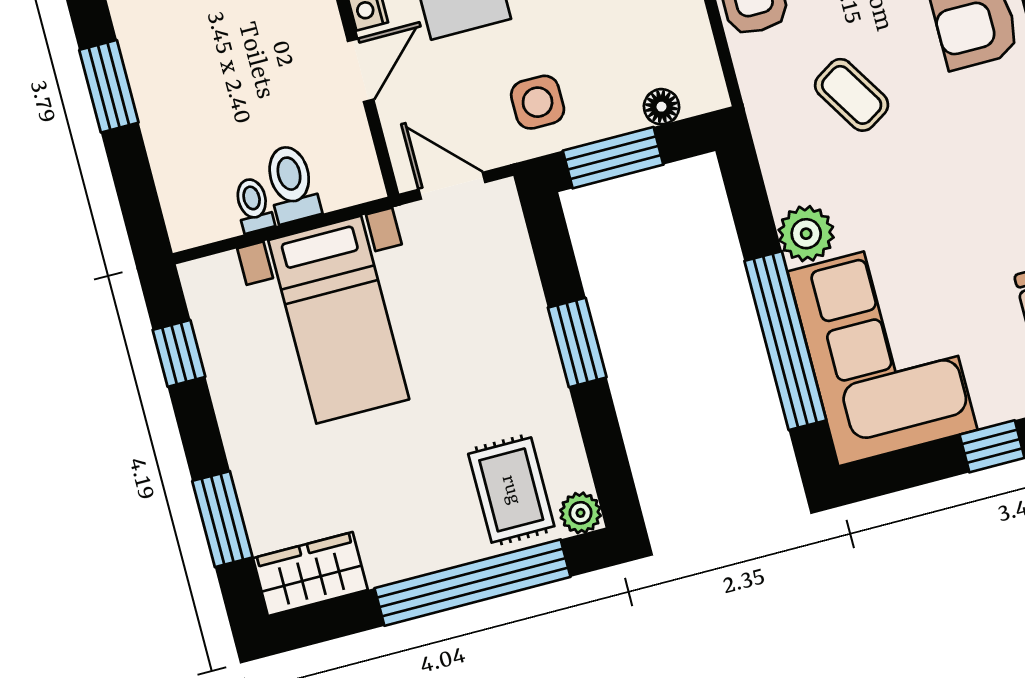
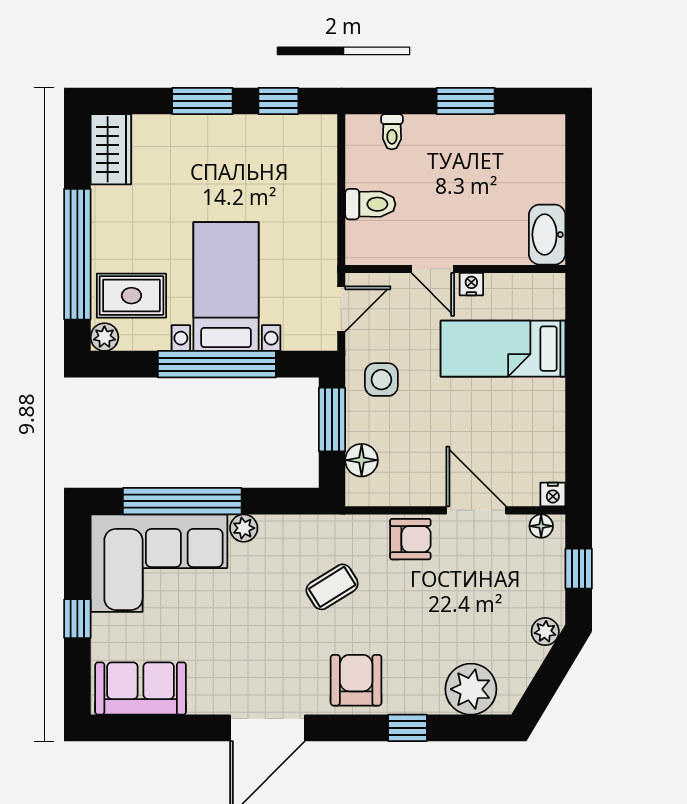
floor lamp: (661, 107) -> (362, 460), width x1.37, depth x1.37
toilet: (253, 205) -> (392, 132), moved, turned 90
plant: (806, 234) -> (244, 528), width x0.73, depth x0.73
bed with nightstands: (339, 320) -> (226, 287), moved, turned 90
window: (577, 343) -> (217, 364), width x2.11
window: (222, 519) -> (202, 101), moved

